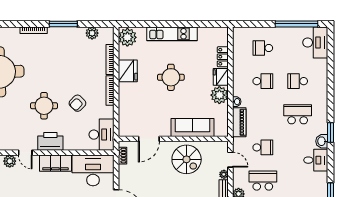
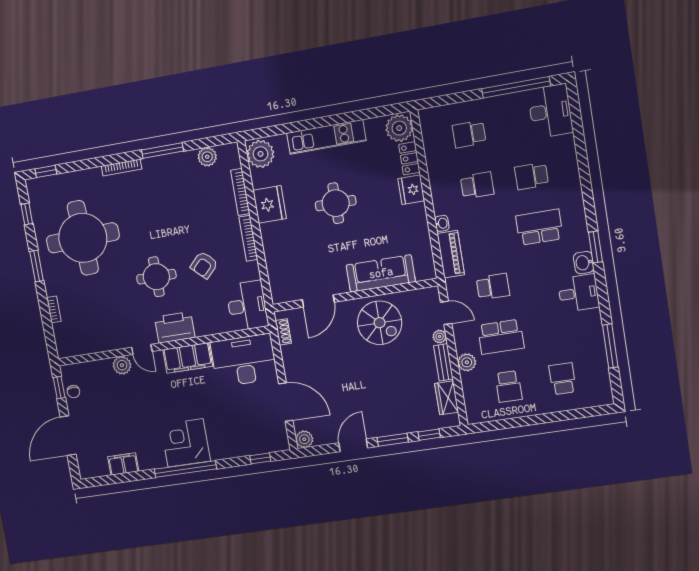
plant: (219, 95) -> (399, 128), moved
school desk: (263, 181) -> (501, 337), turned 180

